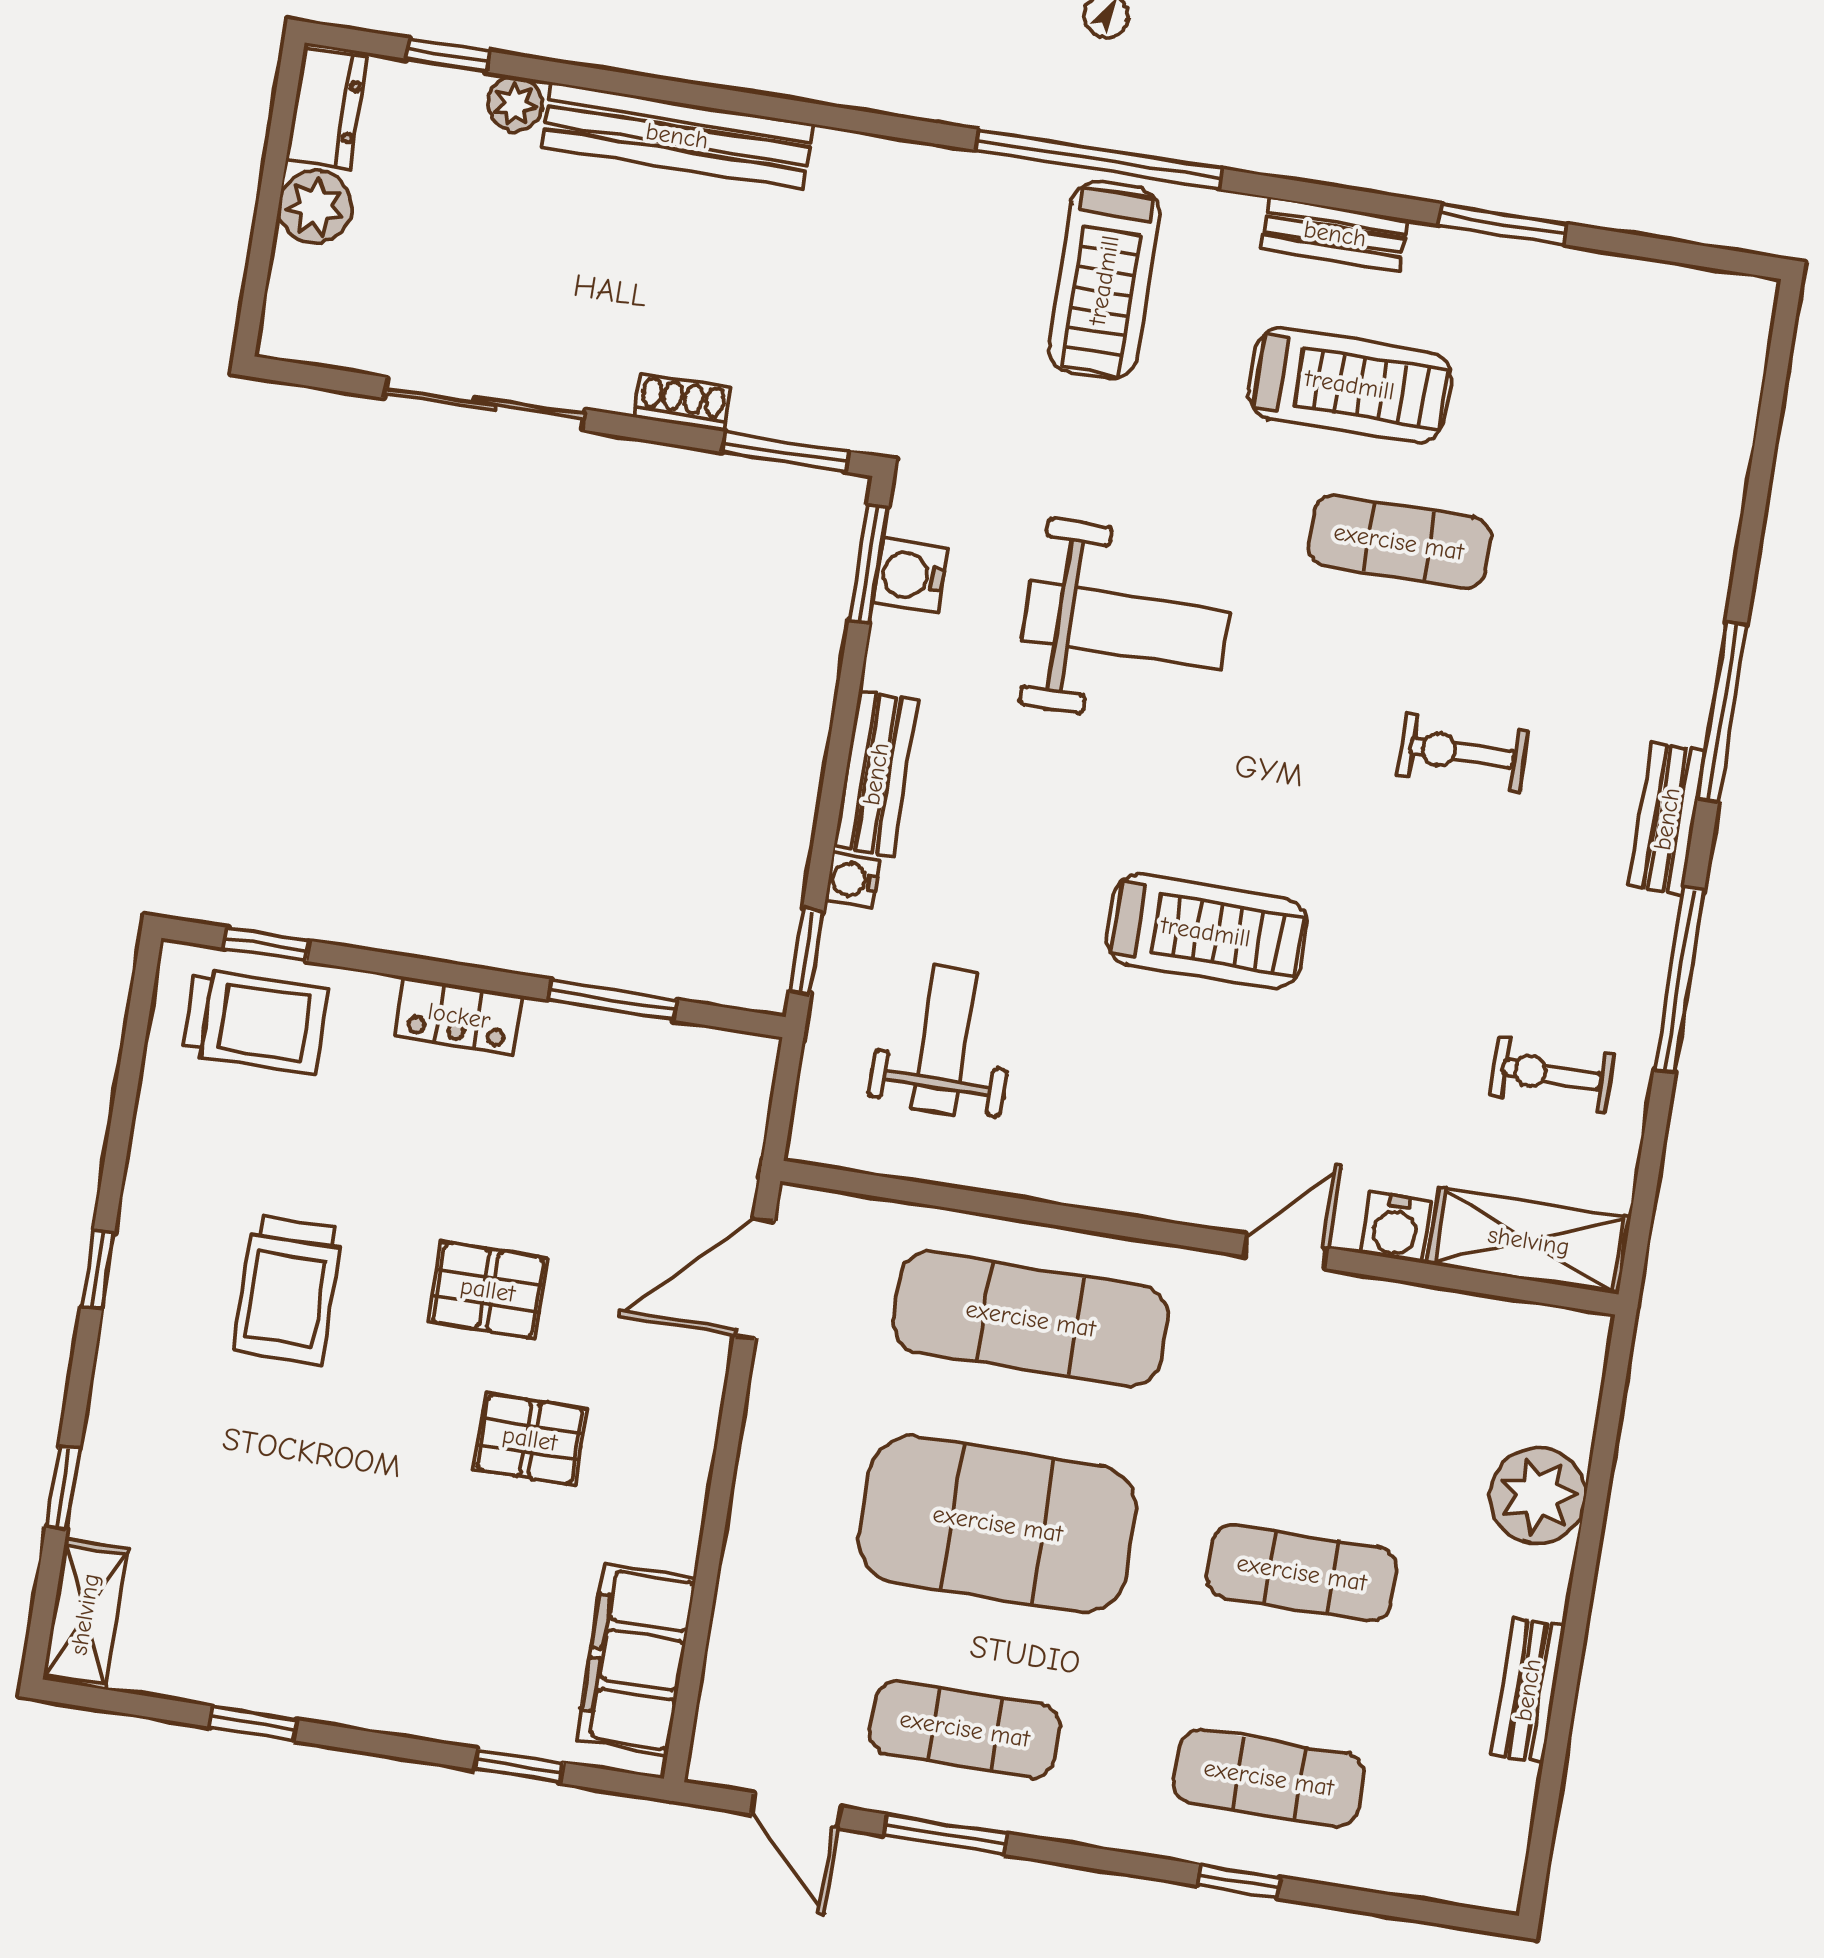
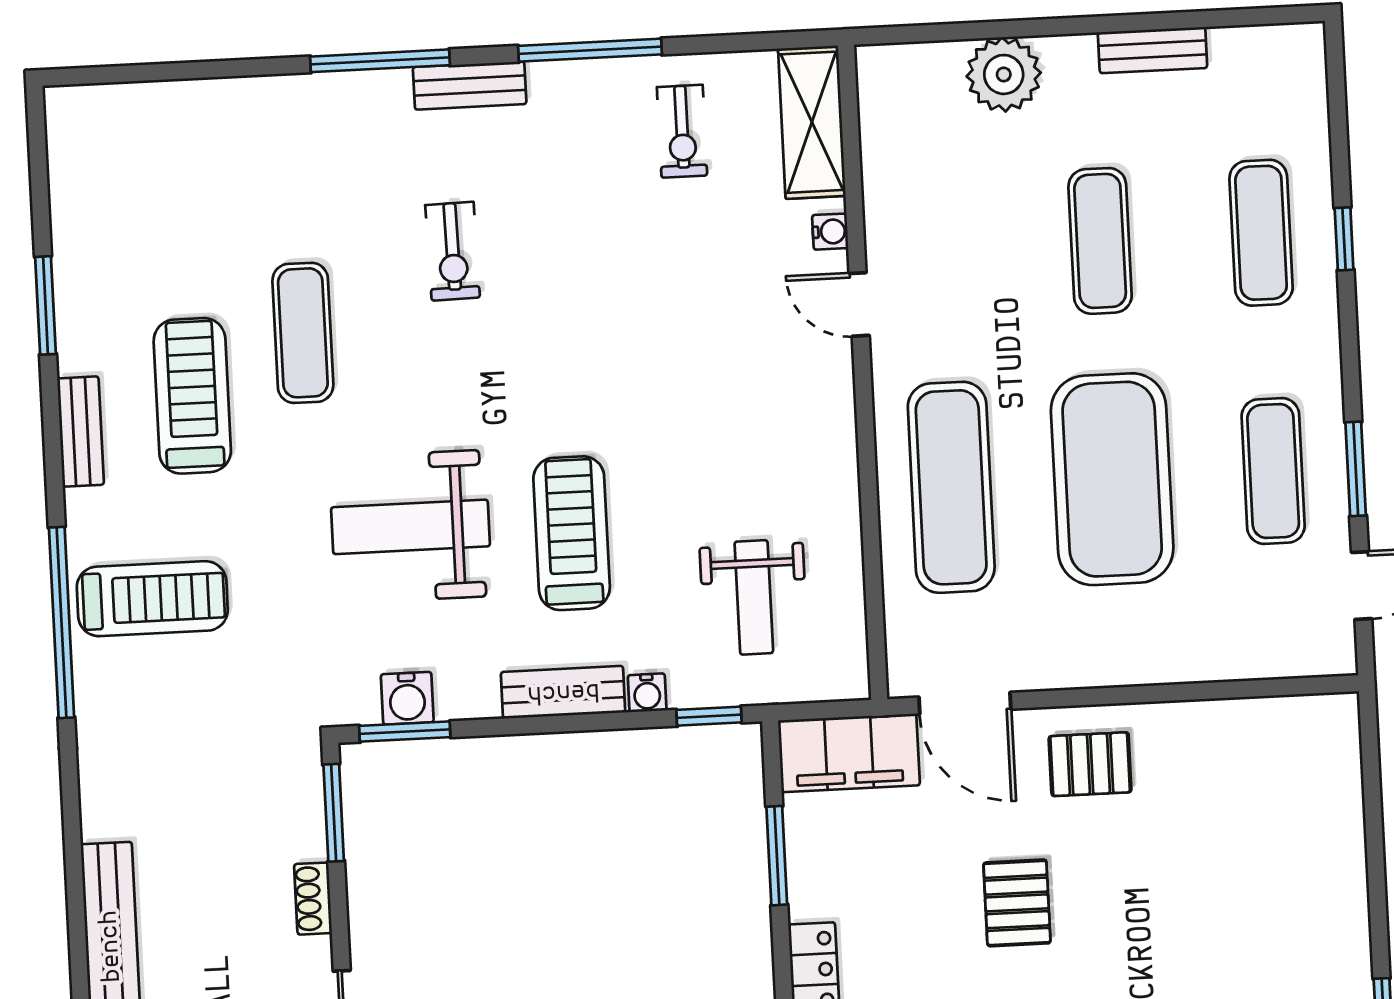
weight bench: (1126, 625) -> (410, 527), turned -90
treadmill: (1206, 932) -> (572, 533), moved
weight bench: (945, 1040) -> (754, 597), turned -90
water cooler: (1396, 1227) -> (830, 232), width x0.72, depth x0.72
pallet: (530, 1439) -> (1090, 764), moved, turned 90
filing cabinet: (636, 1659) -> (849, 753), moved
window: (519, 1766) -> (1373, 803), removed

